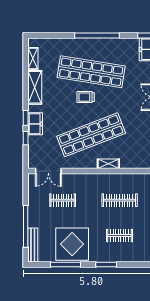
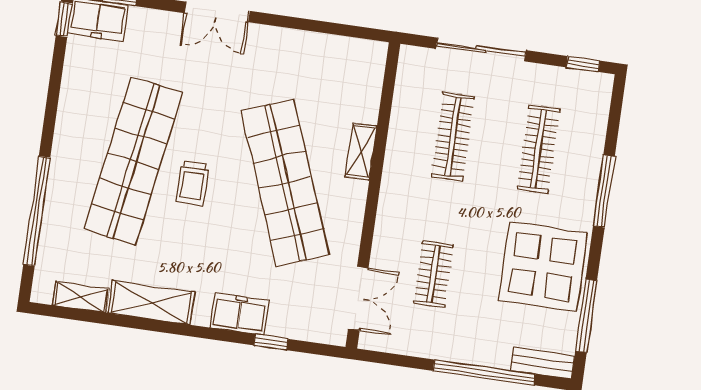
window: (97, 35) -> (37, 211), moved
window: (26, 118) -> (222, 335), removed
clothes rail: (120, 236) -> (538, 149), width x1.36
bench: (33, 245) -> (543, 363), width x0.73
window: (65, 265) -> (586, 316), moved
window: (106, 265) -> (604, 191), width x1.44

